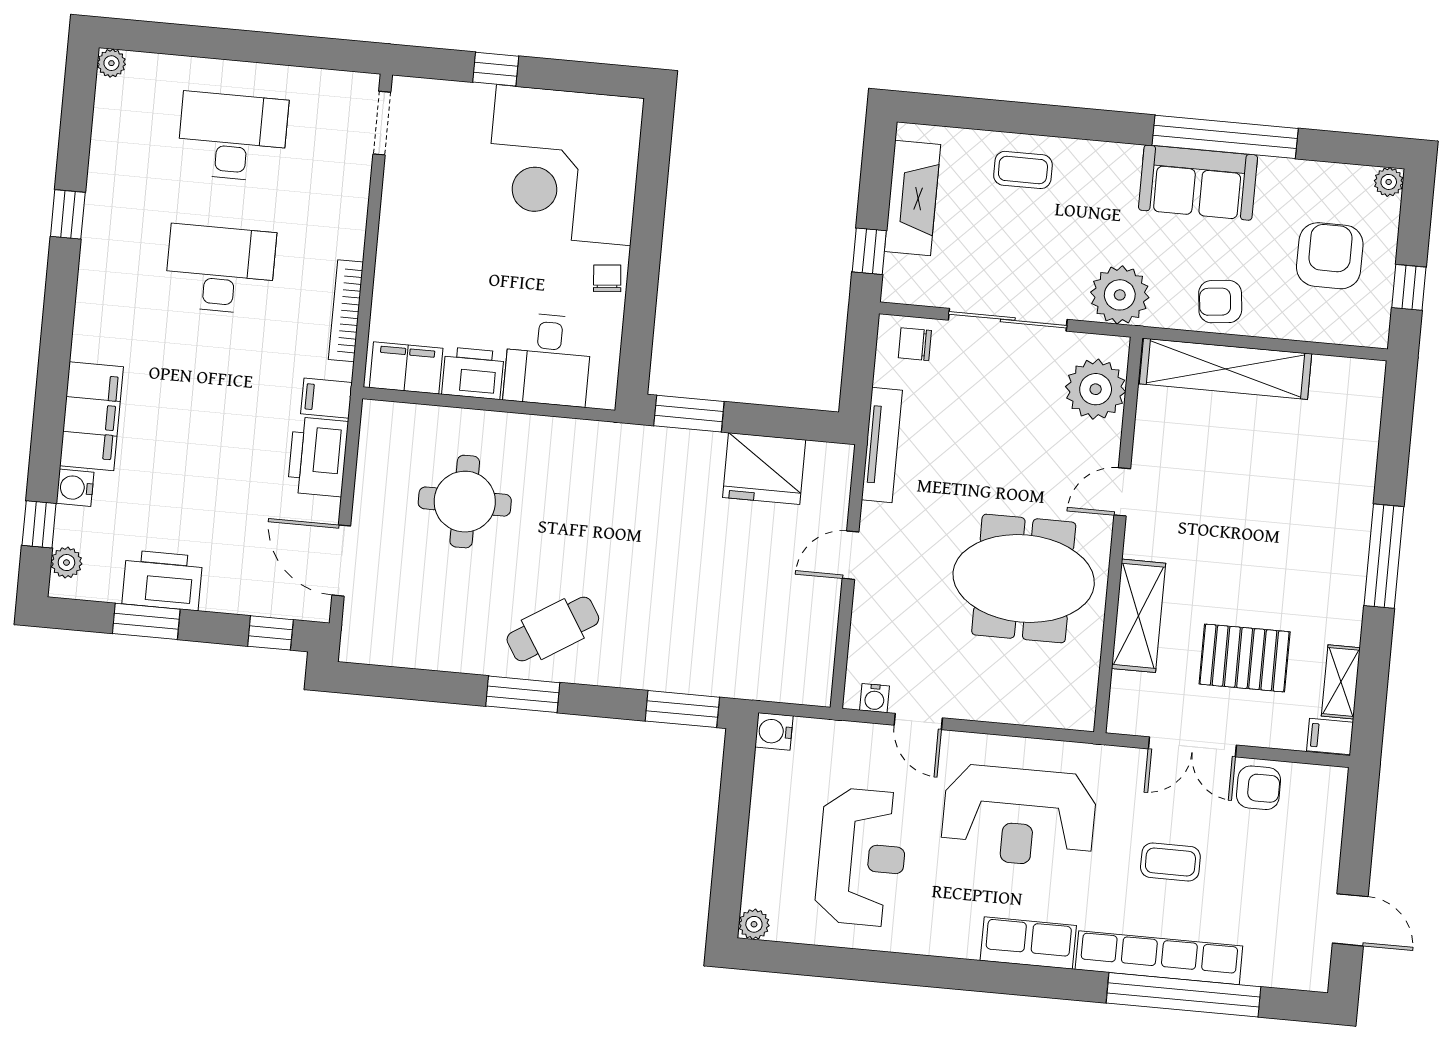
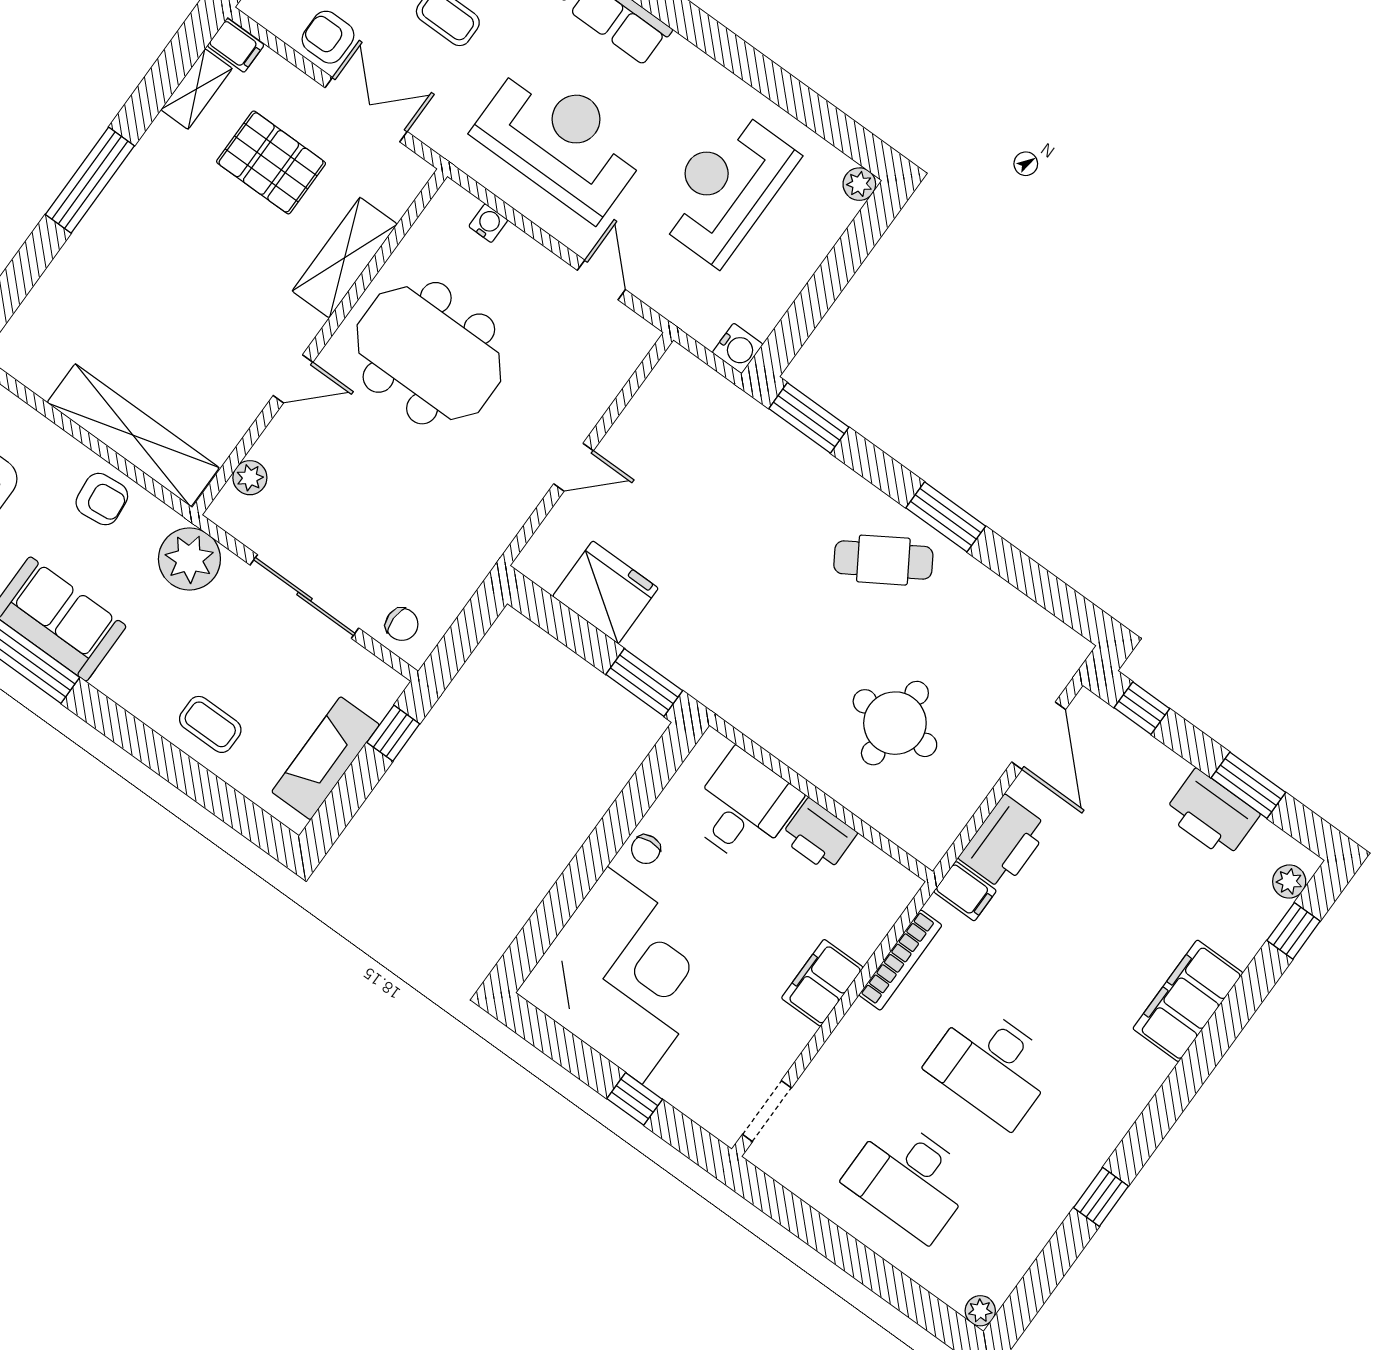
filing cabinet: (406, 368) -> (822, 983), moved, turned 90
plant: (1096, 389) -> (250, 478), width x0.53, depth x0.53
tv unit: (882, 445) -> (486, 550), removed
water cooler: (75, 488) -> (1241, 945), removed
water cooler: (875, 698) -> (488, 223), moved

